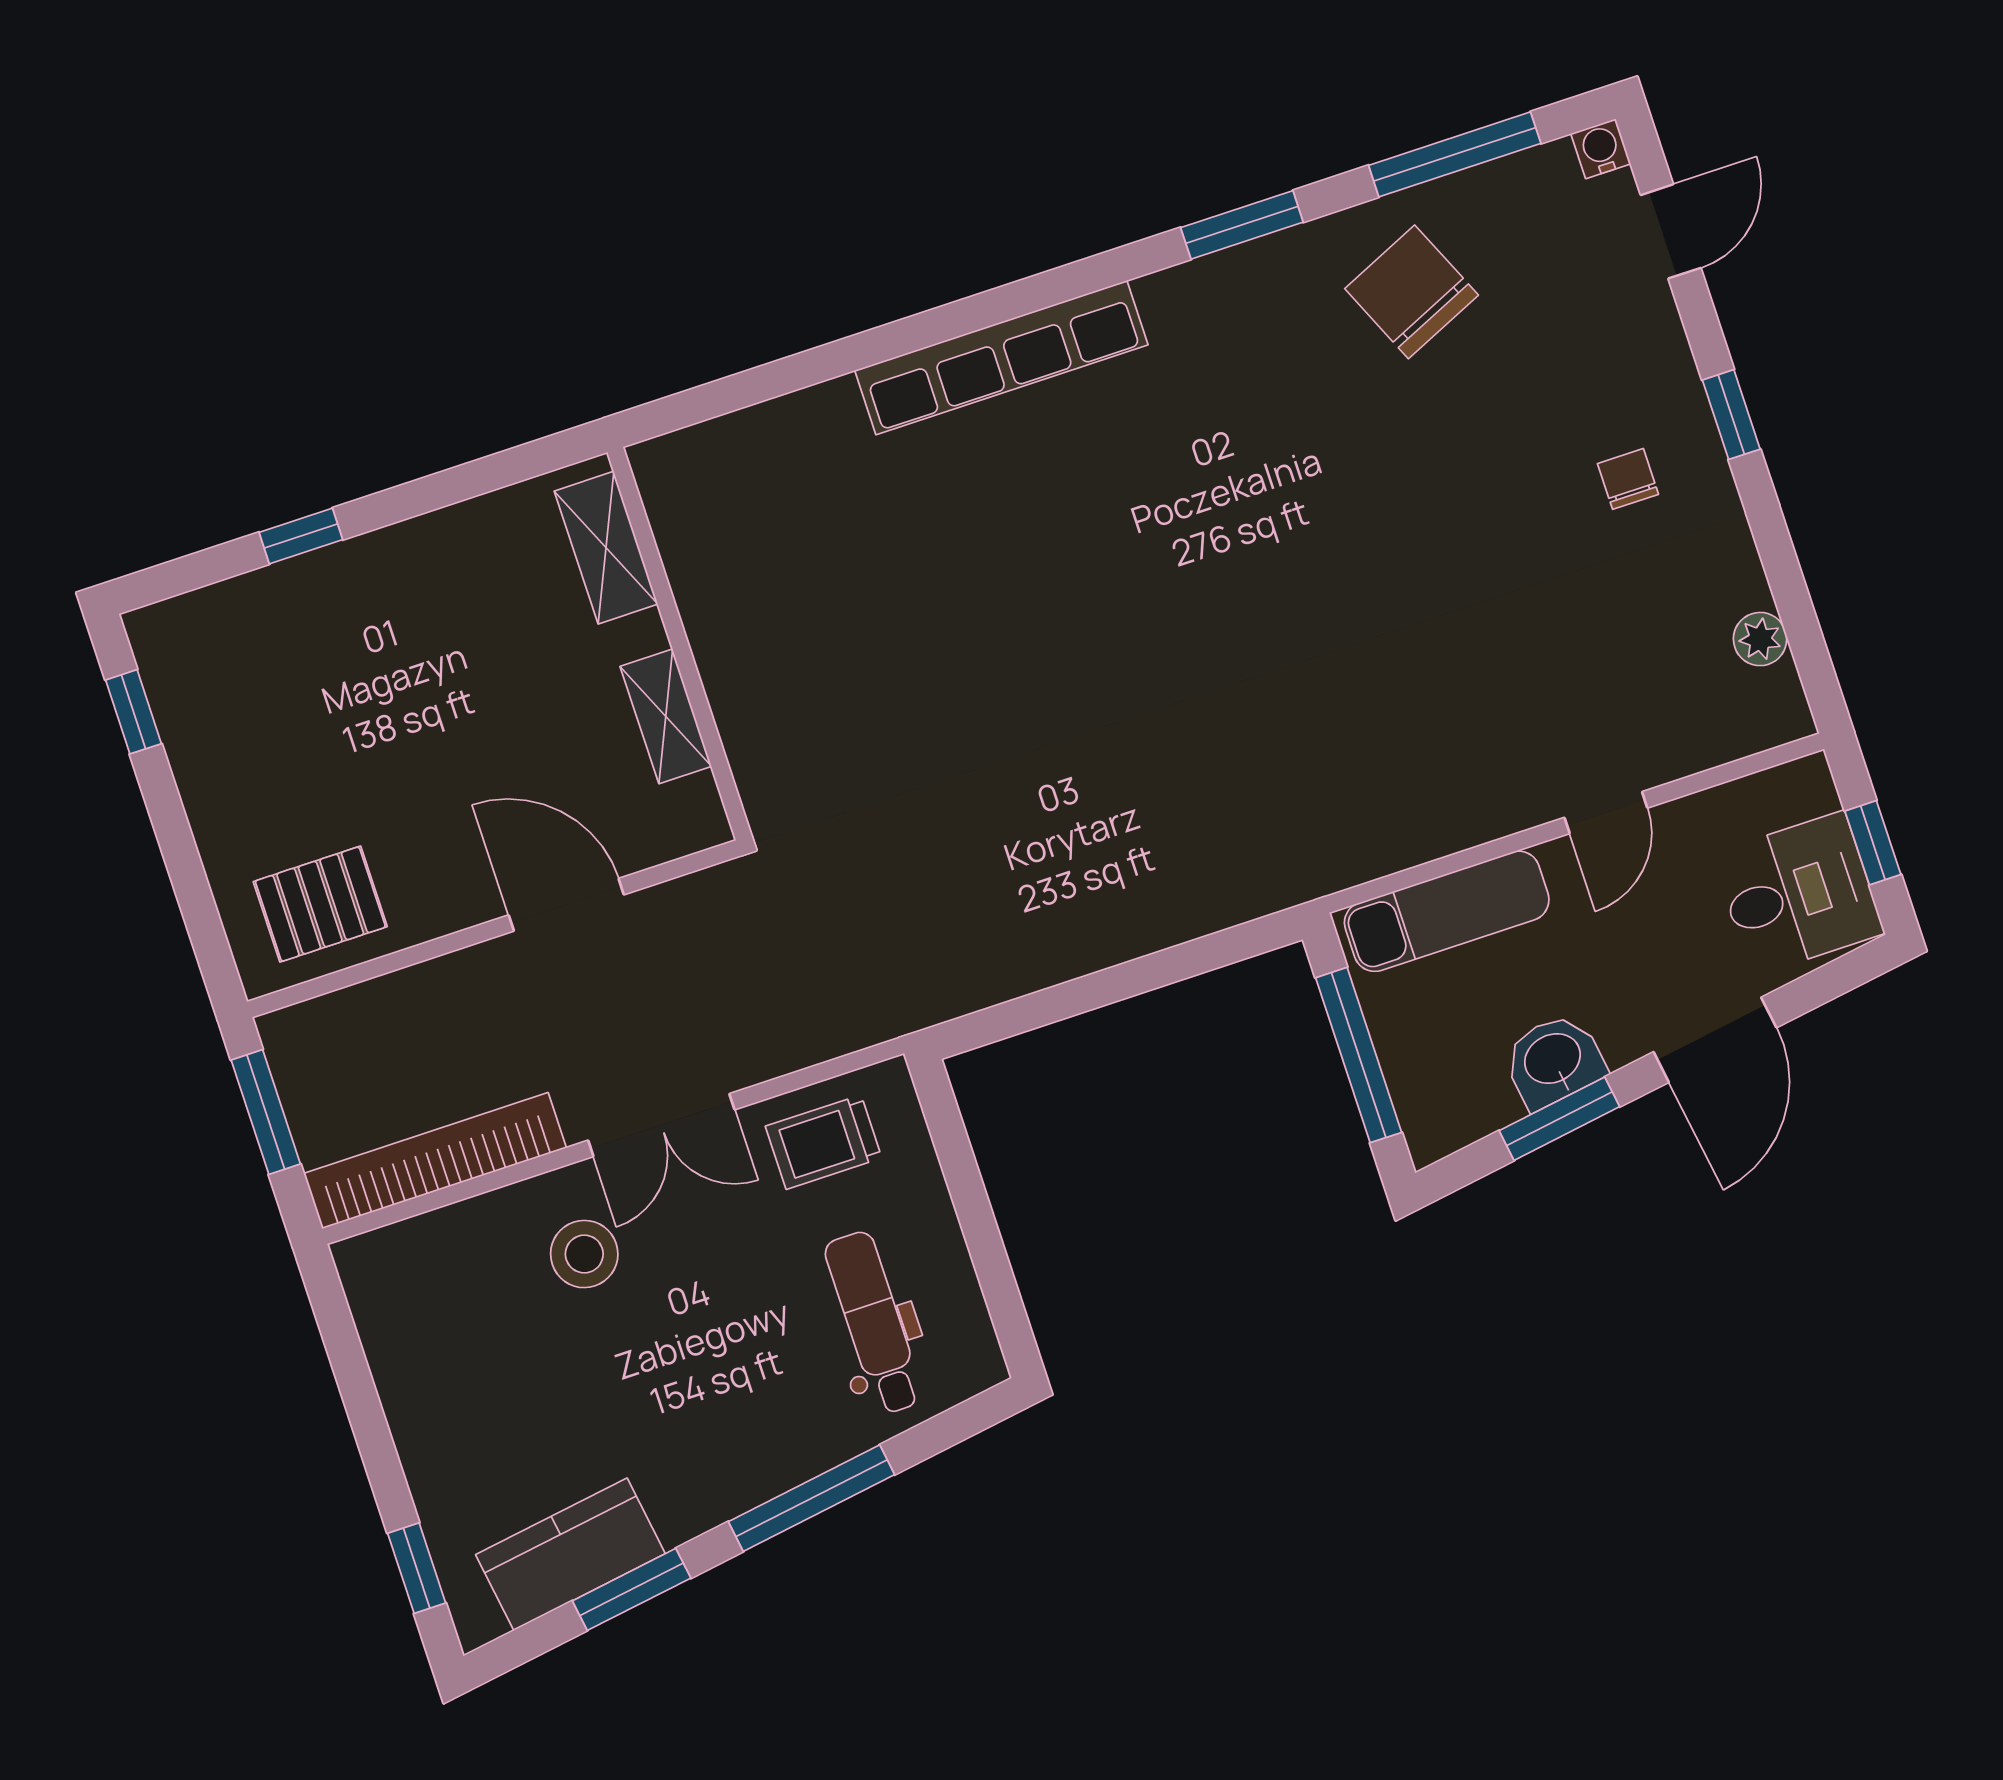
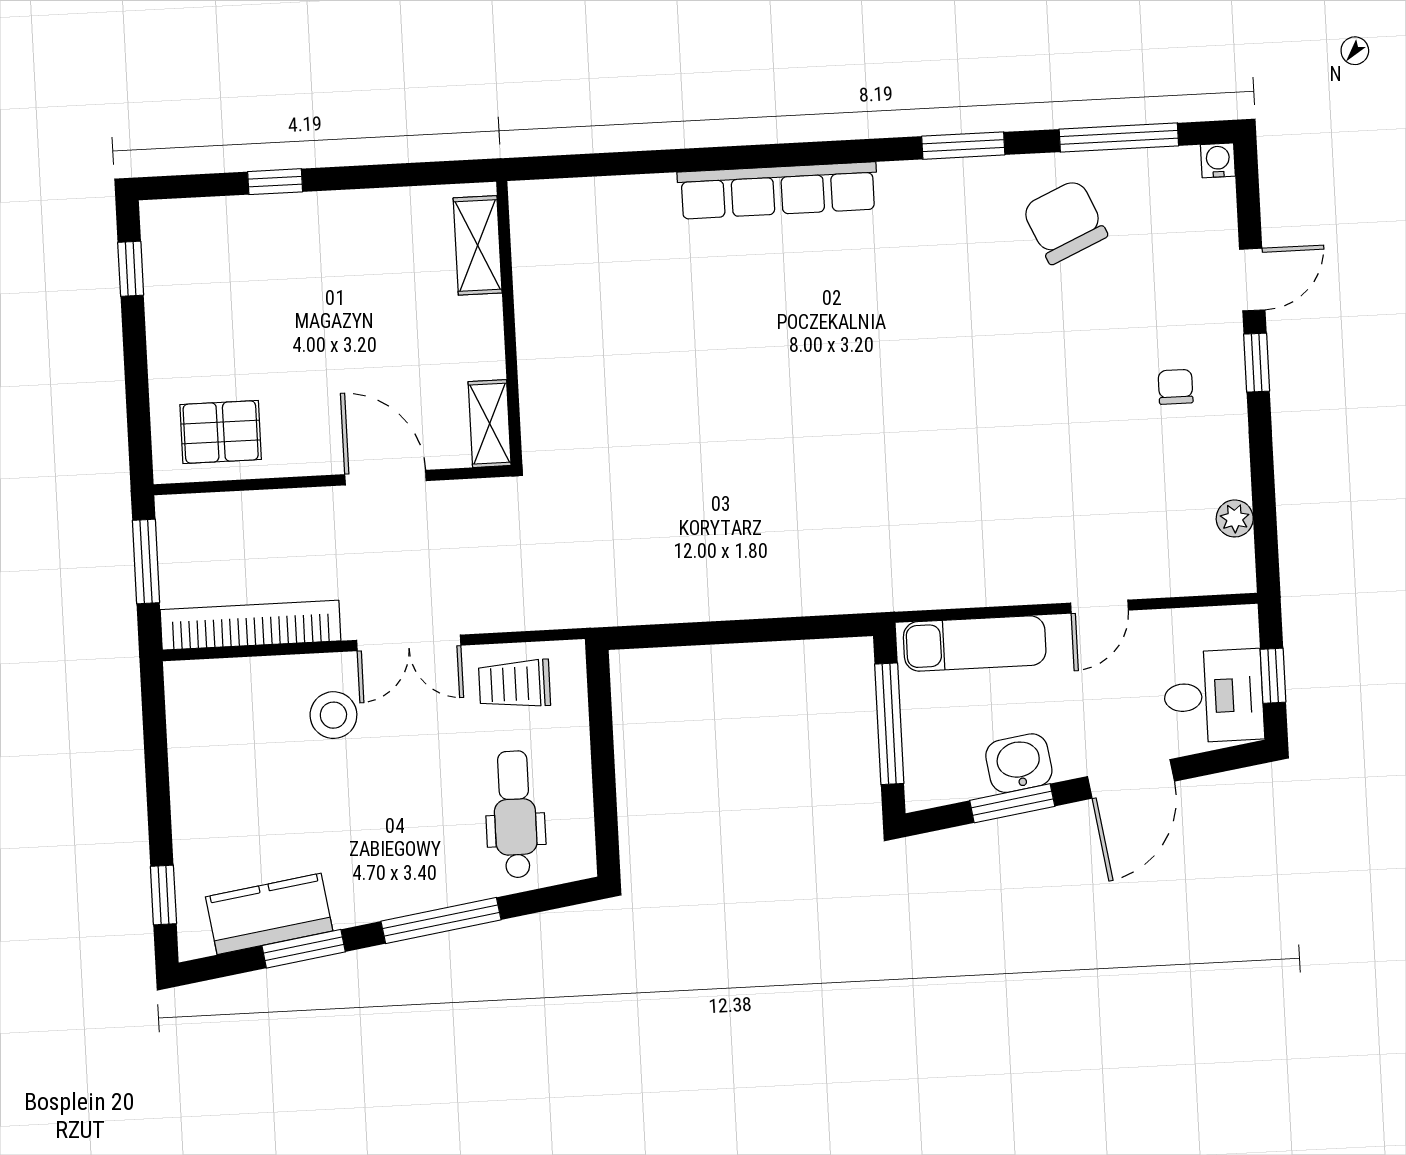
door: (1671, 231) -> (1252, 280), moved
shelving: (666, 716) -> (490, 424), moved

